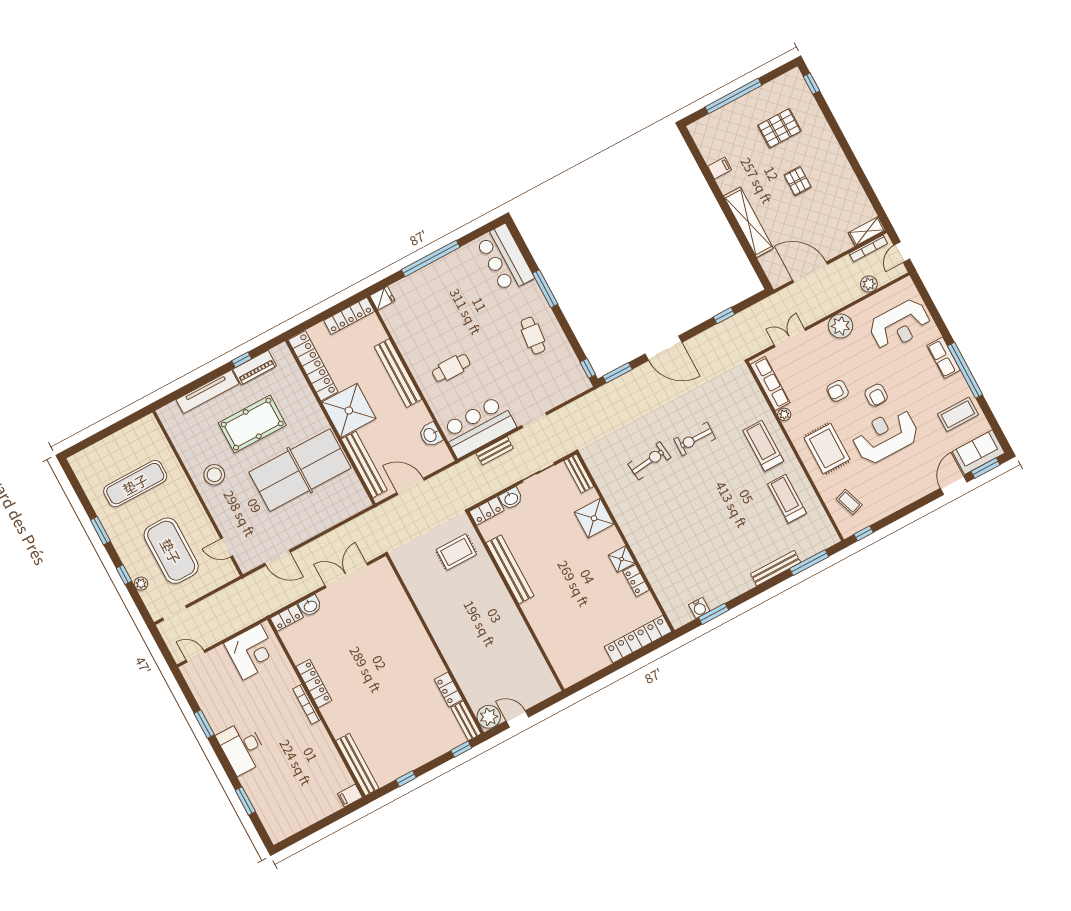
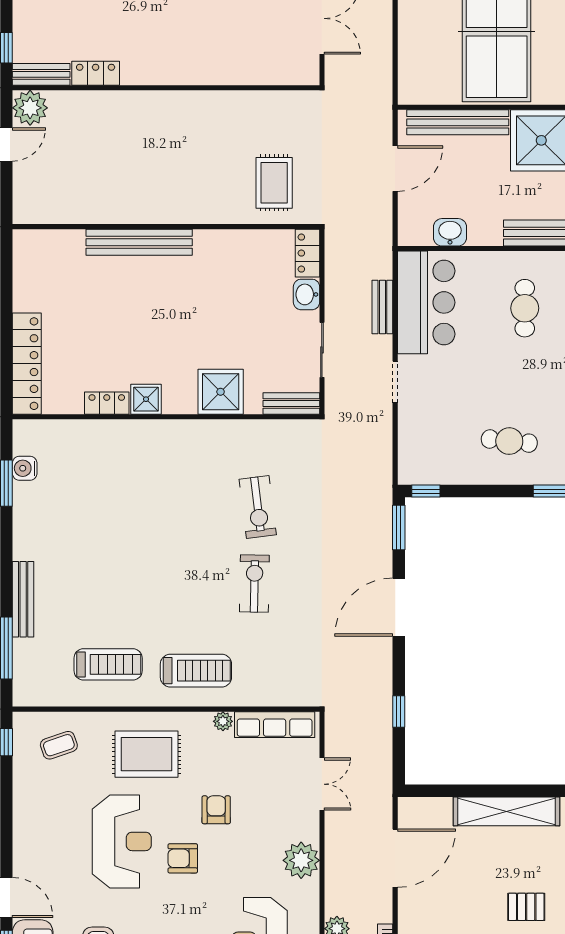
bench: (510, 569) -> (139, 242), moved

